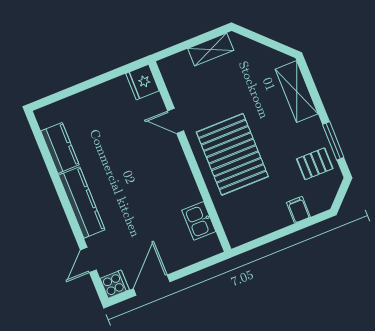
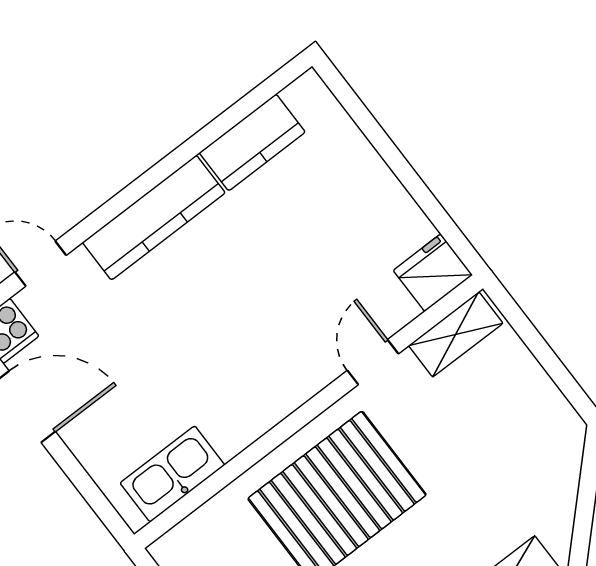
shelving: (211, 49) -> (456, 334), moved, turned 90
kitchen sink: (199, 221) -> (172, 474), width x1.38

